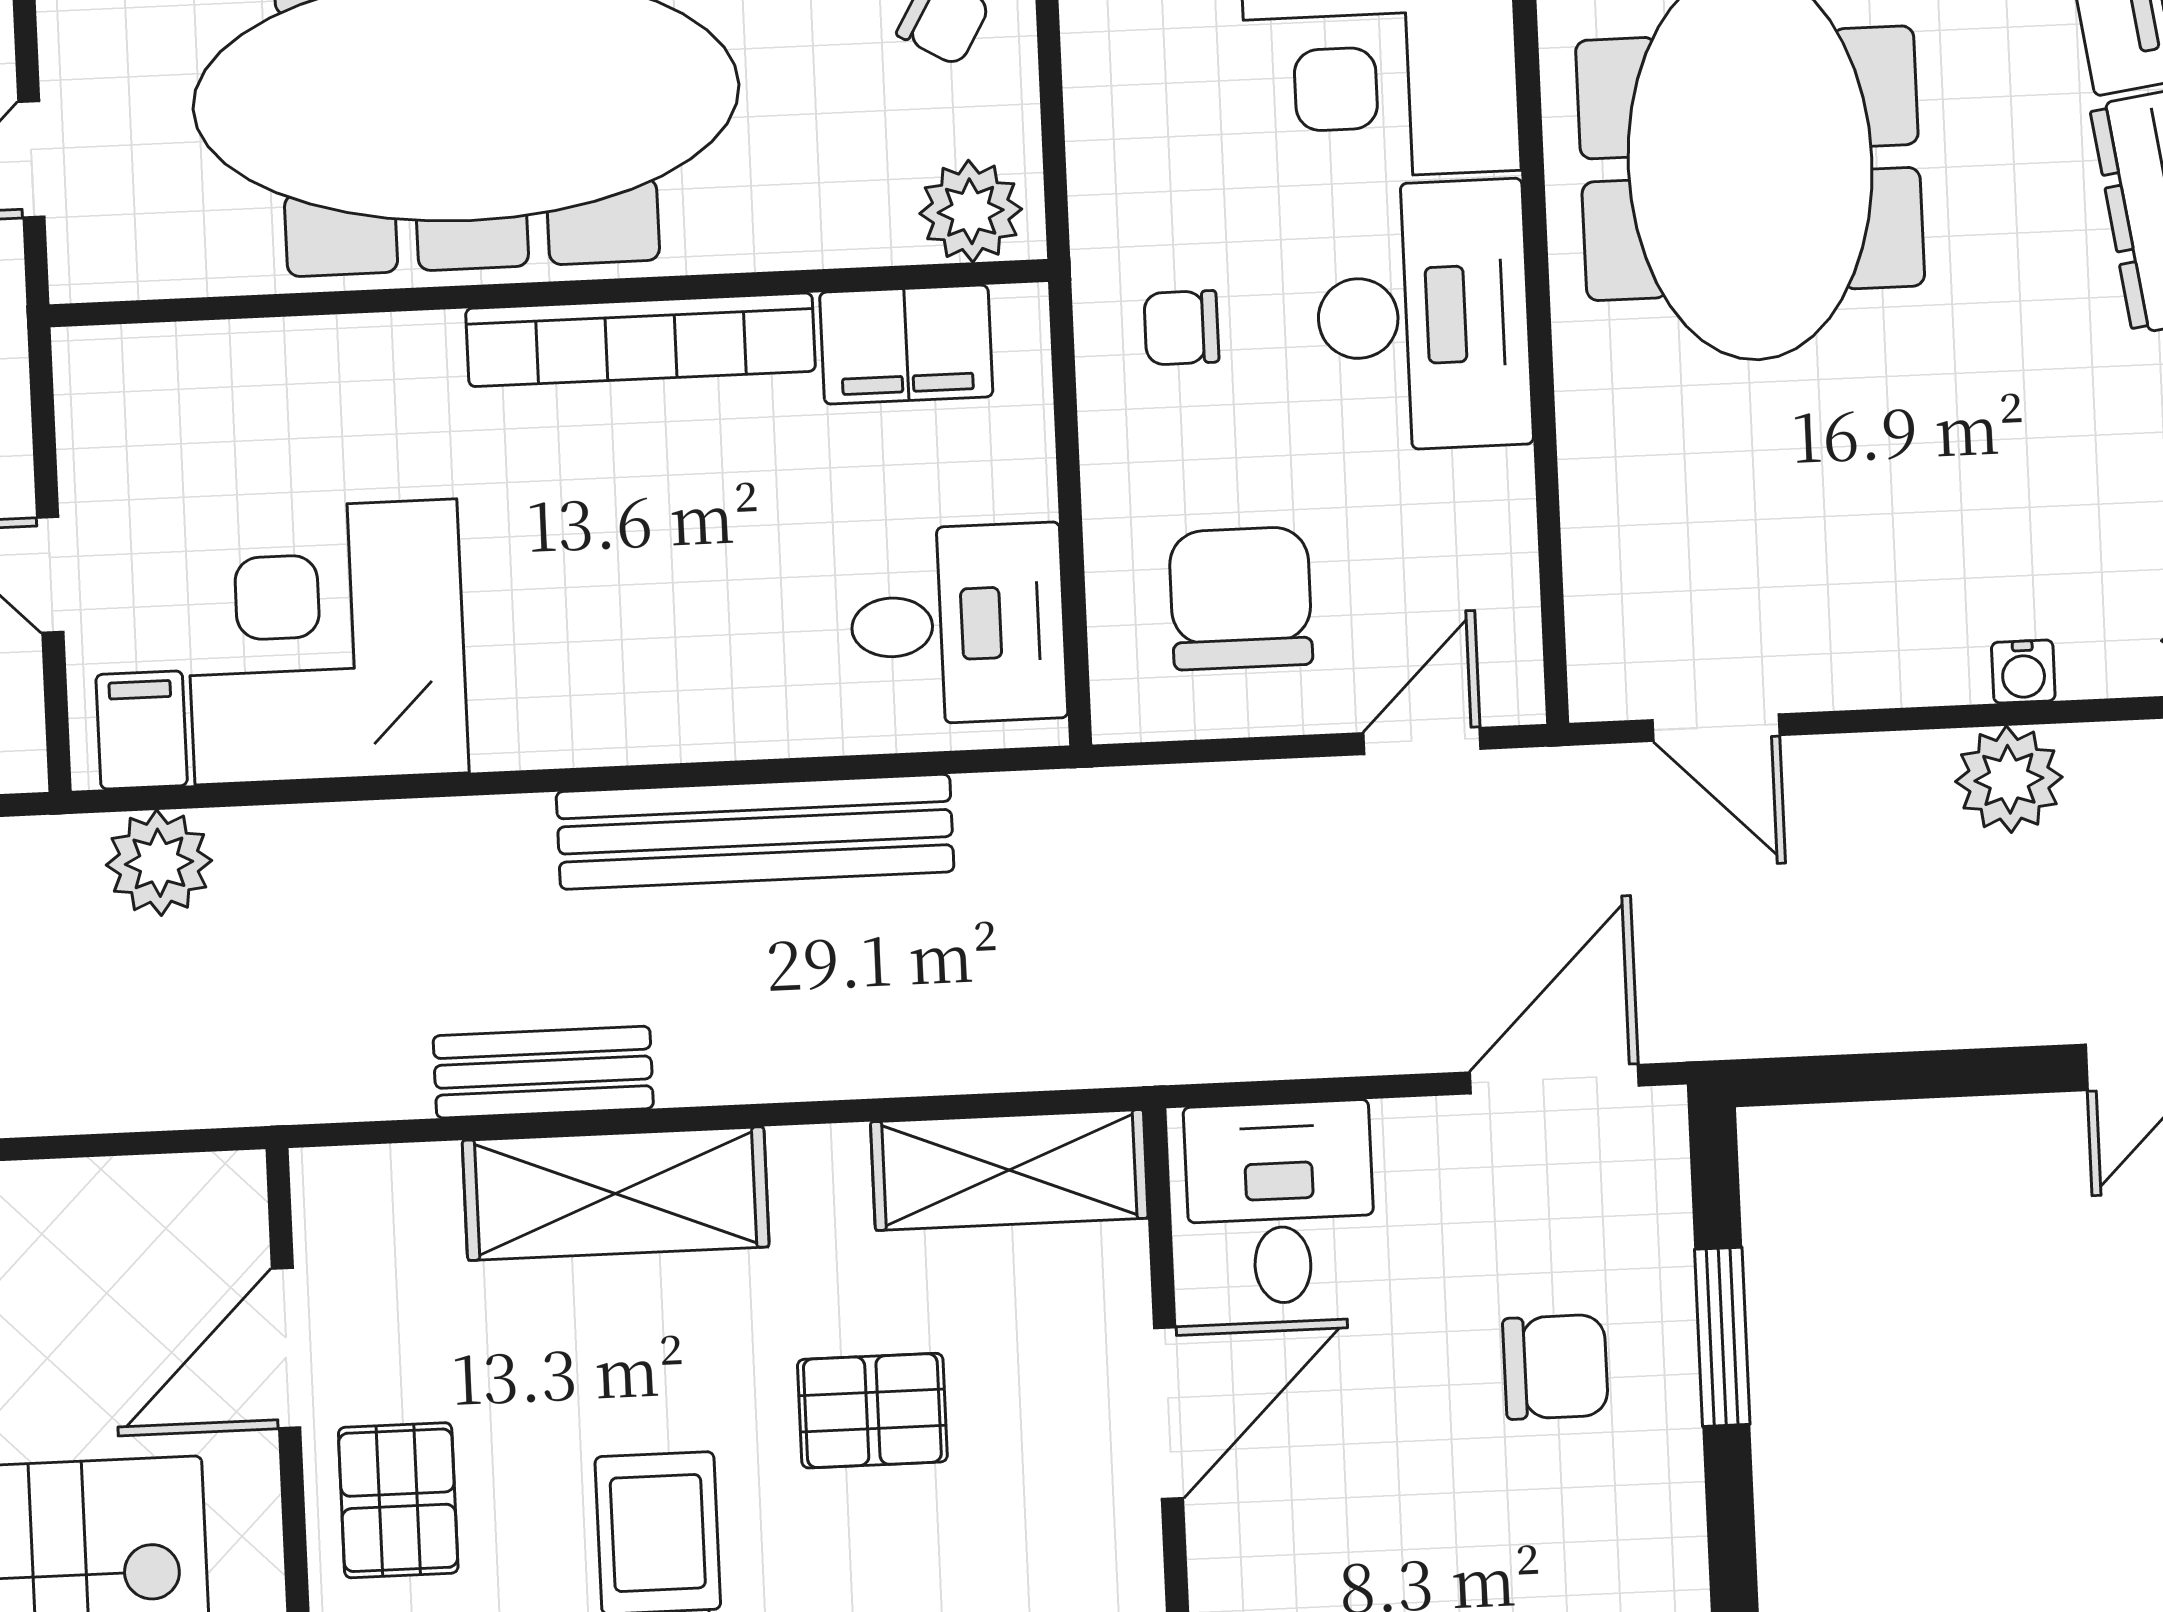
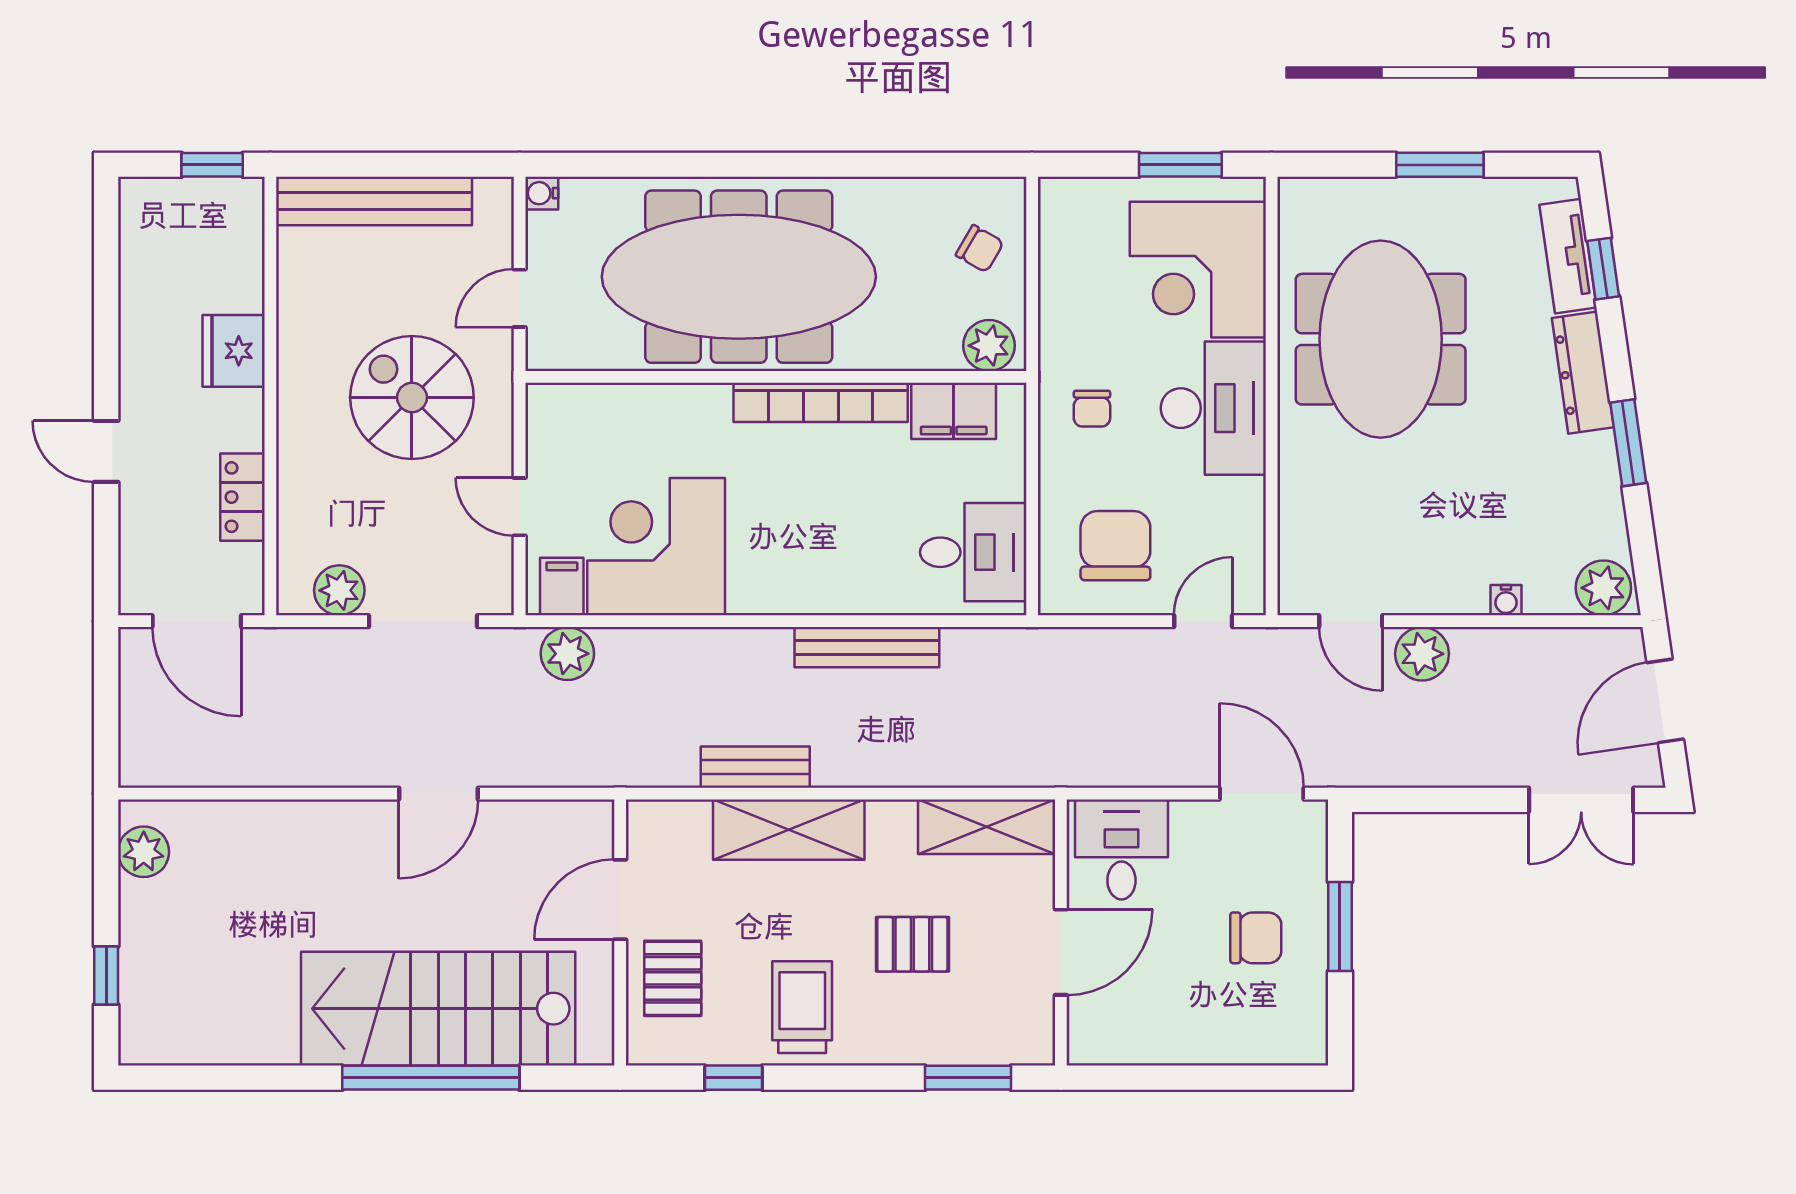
chair: (1181, 328) -> (1092, 409), turned -90
plant: (2009, 779) -> (1422, 654), moved
bench: (755, 832) -> (867, 647), width x0.73, depth x0.82
door: (1554, 1079) -> (1262, 794), hinge flipped

